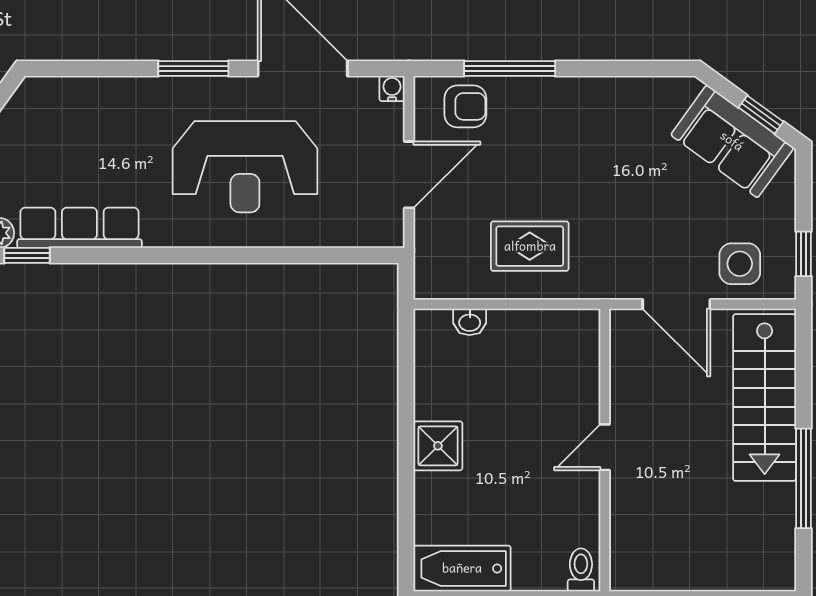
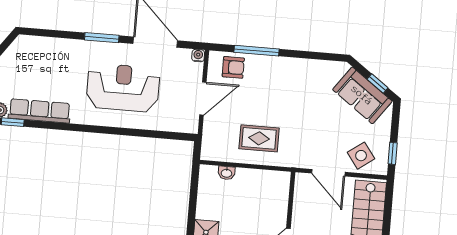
reception desk: (245, 167) -> (123, 88), turned 180
side table: (740, 264) -> (361, 156), turned -36

